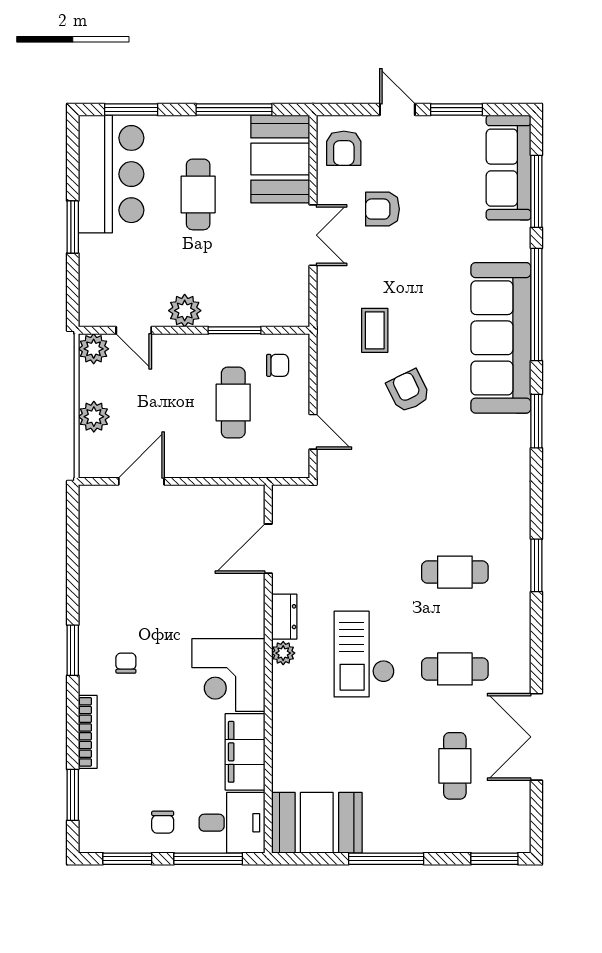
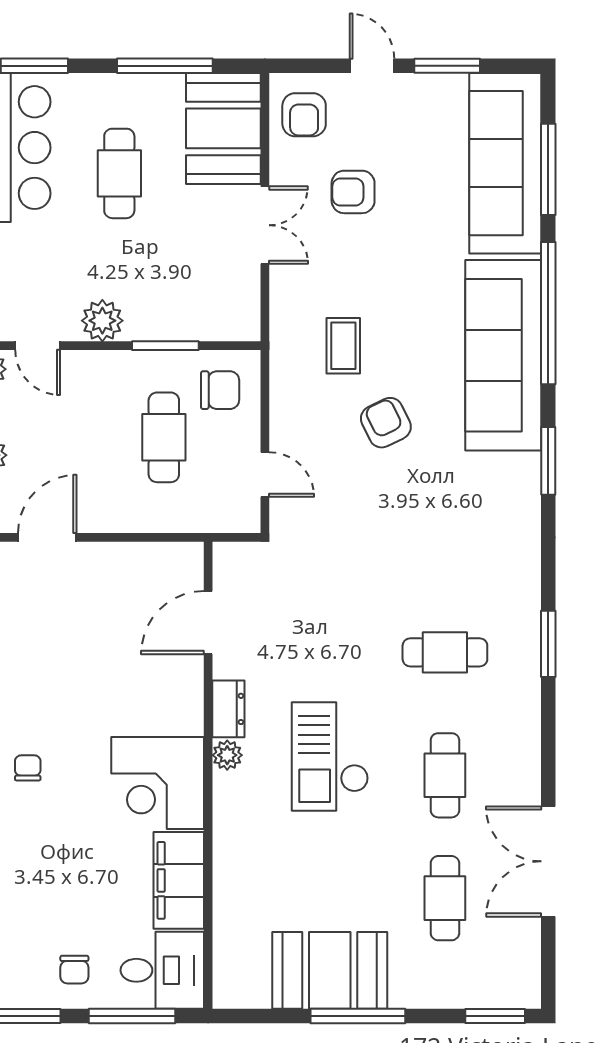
sofa: (508, 168) -> (505, 163), width x1.36, depth x1.27
chair: (278, 365) -> (220, 390), width x1.37, depth x1.37
cafe table: (455, 669) -> (445, 775), turned 90
booth: (317, 823) -> (330, 970), moved

